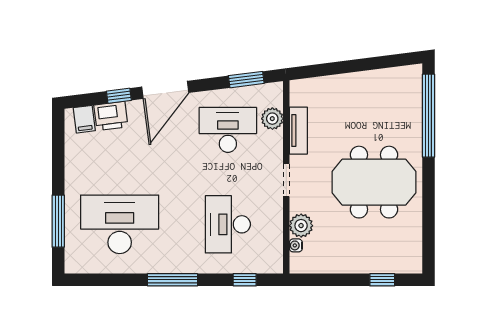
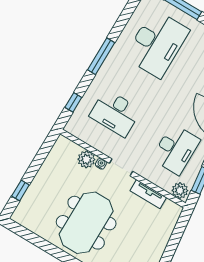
plant: (272, 119) -> (180, 191), moved
desk: (228, 224) -> (115, 113), turned 180
water cooler: (296, 245) -> (101, 164), moved

